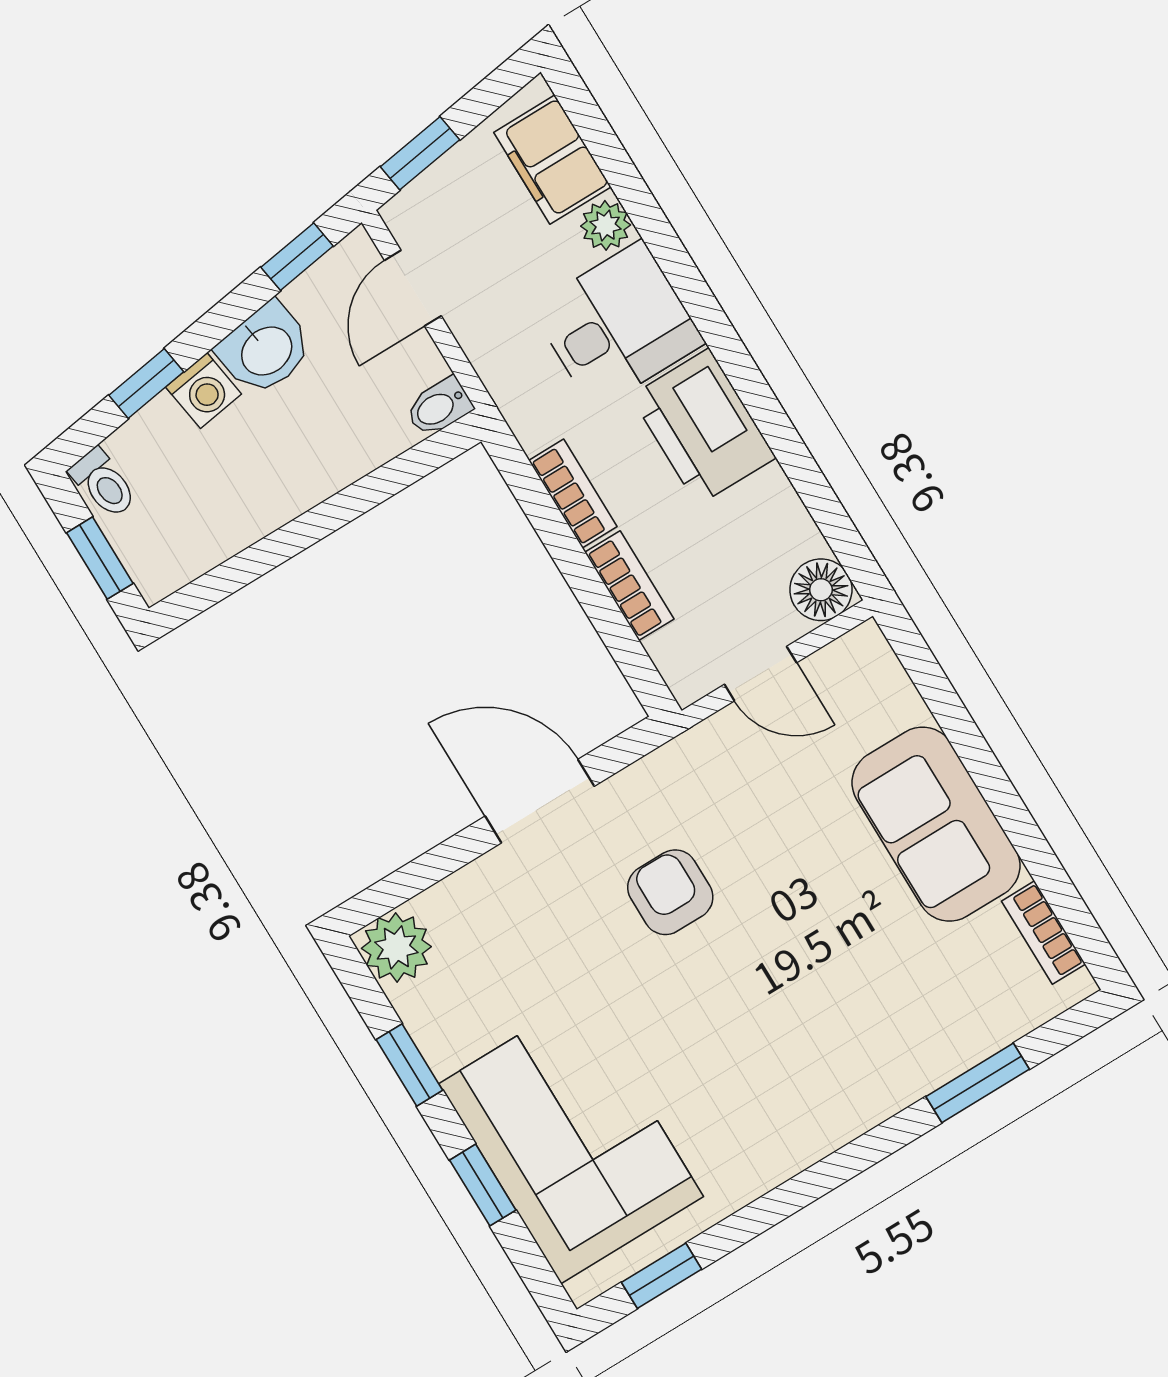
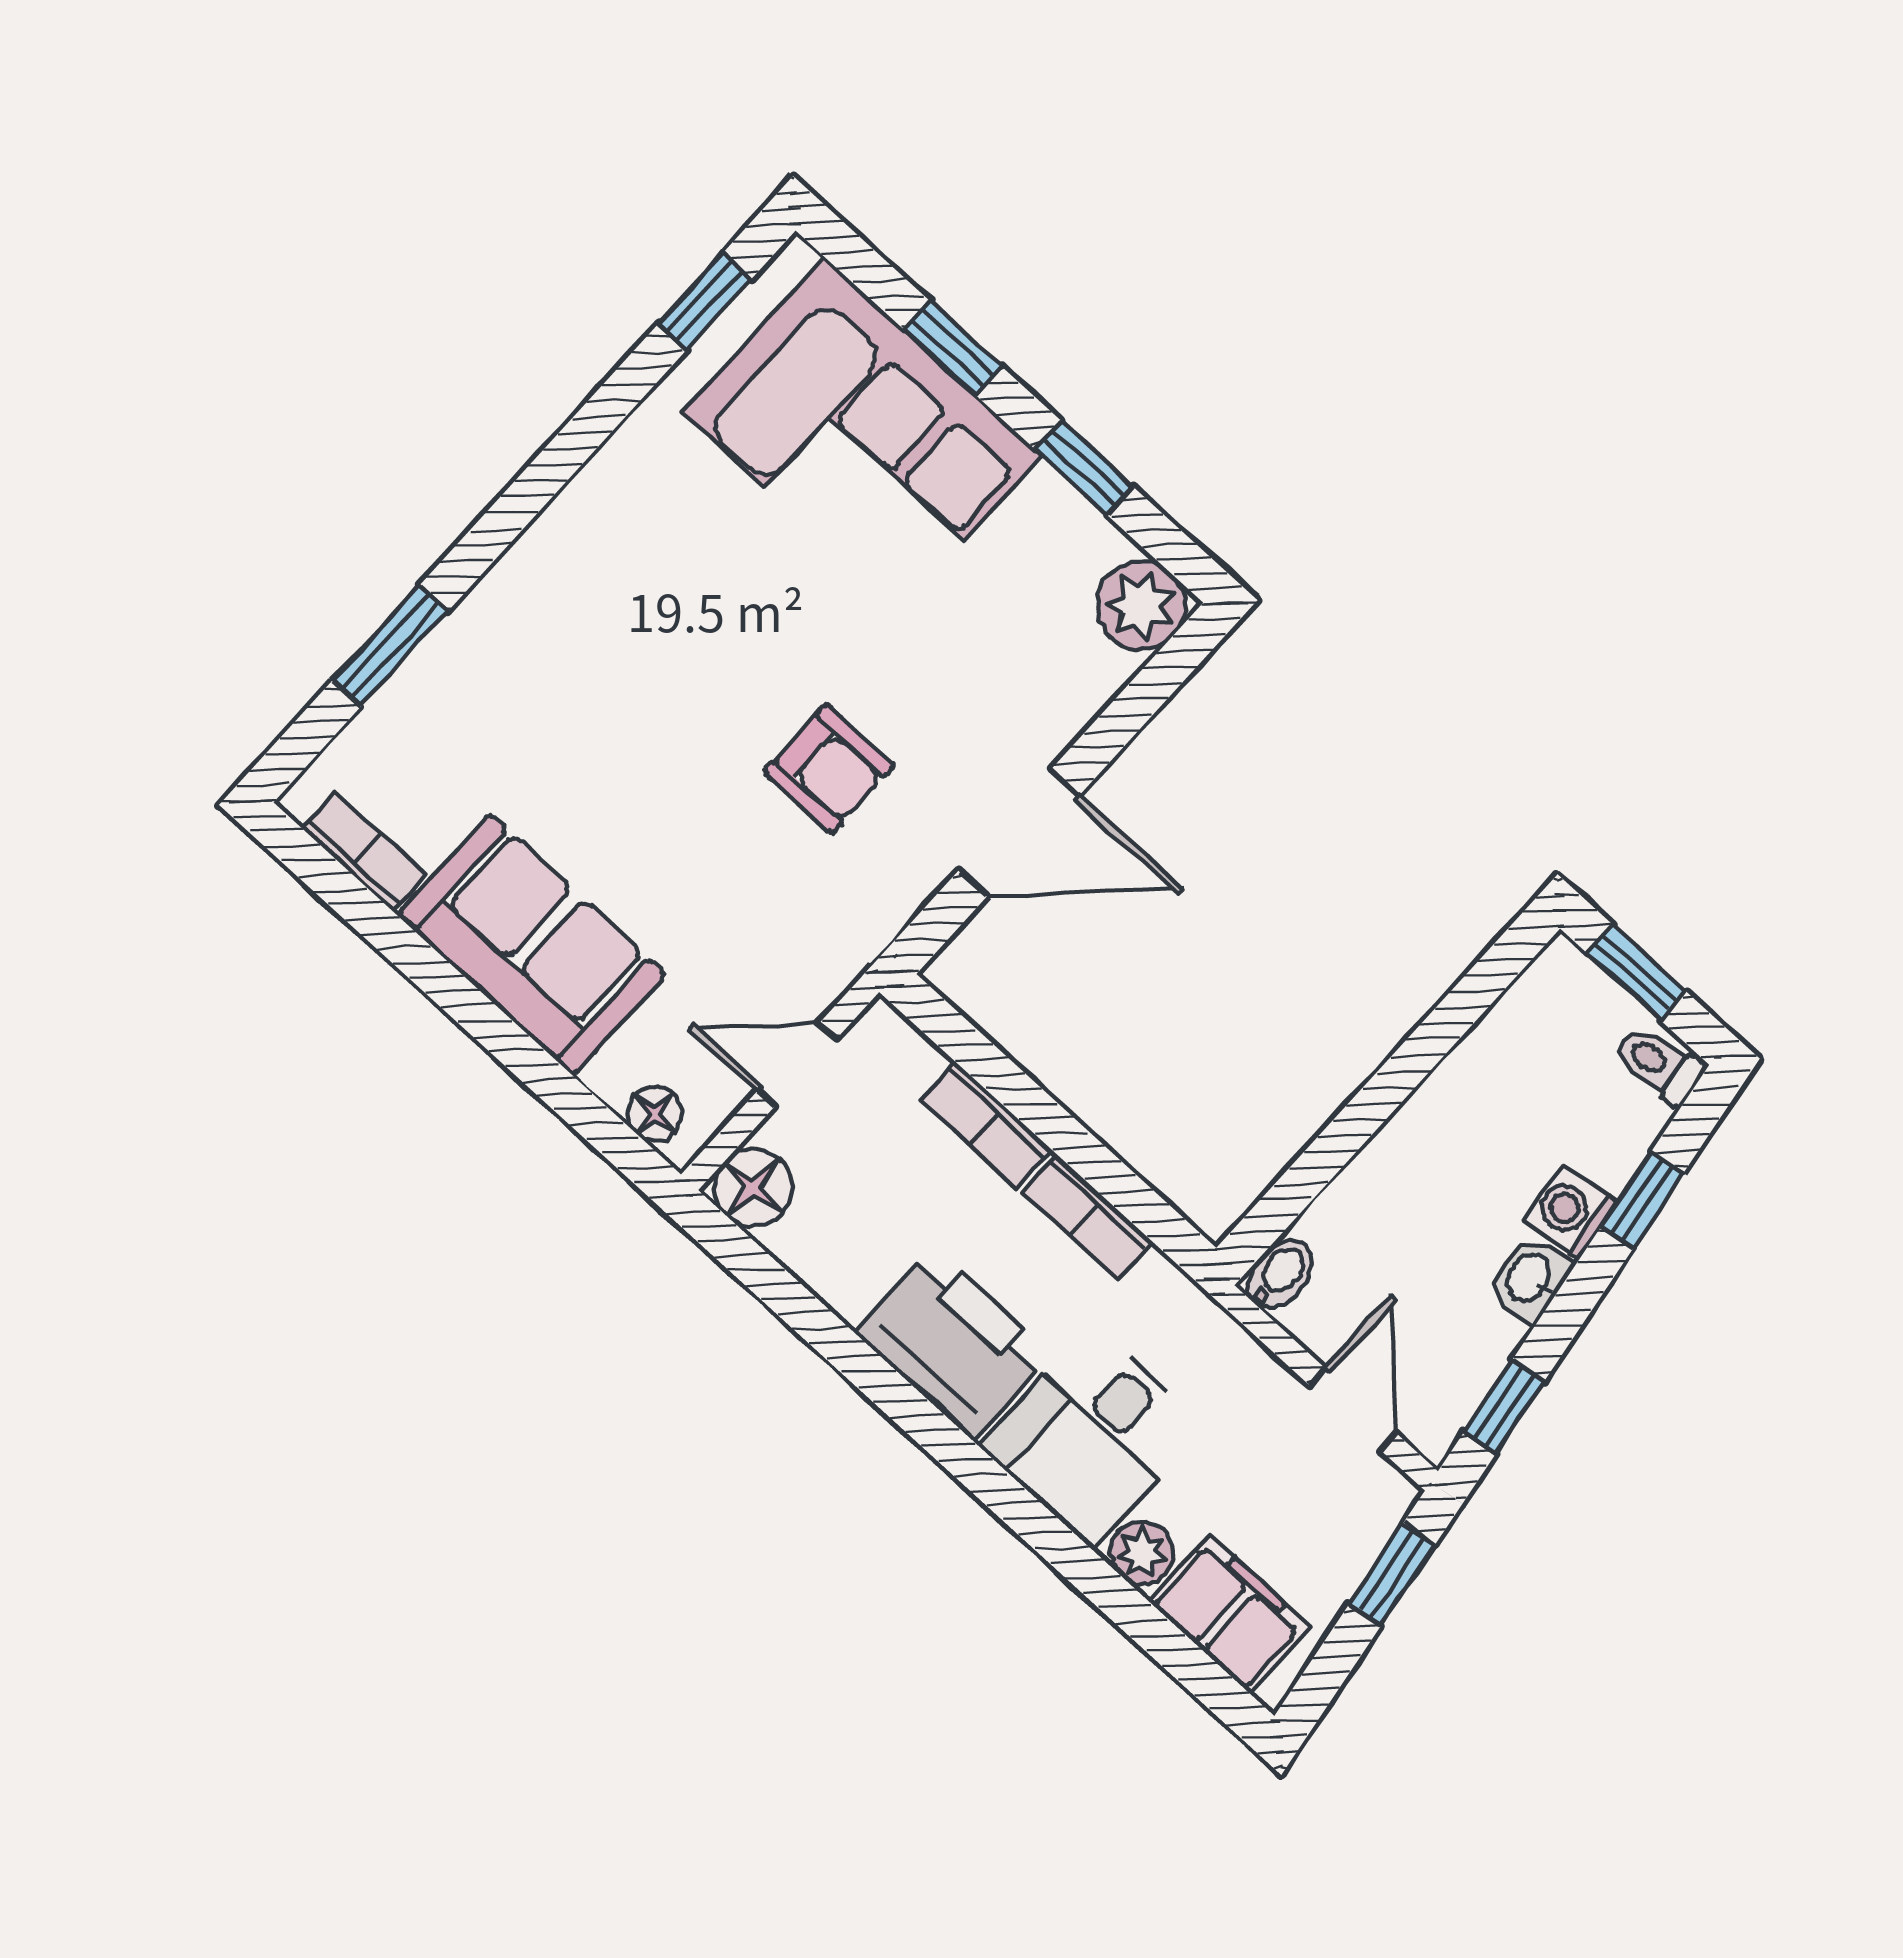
washbasin: (265, 349) -> (1530, 1279), width x0.72, depth x0.69
floor lamp: (879, 668) -> (655, 1114), added

